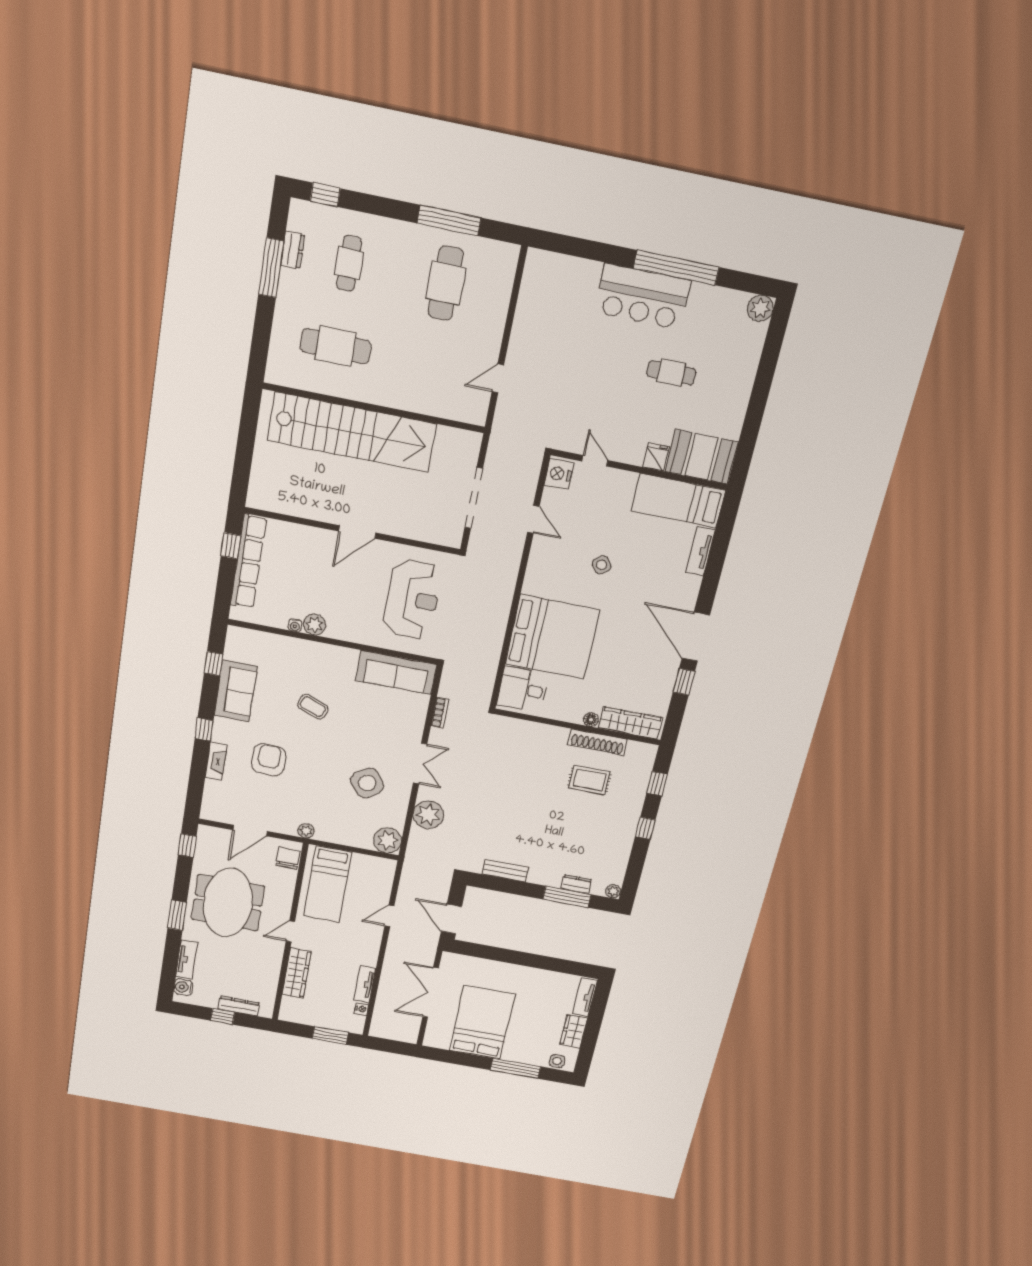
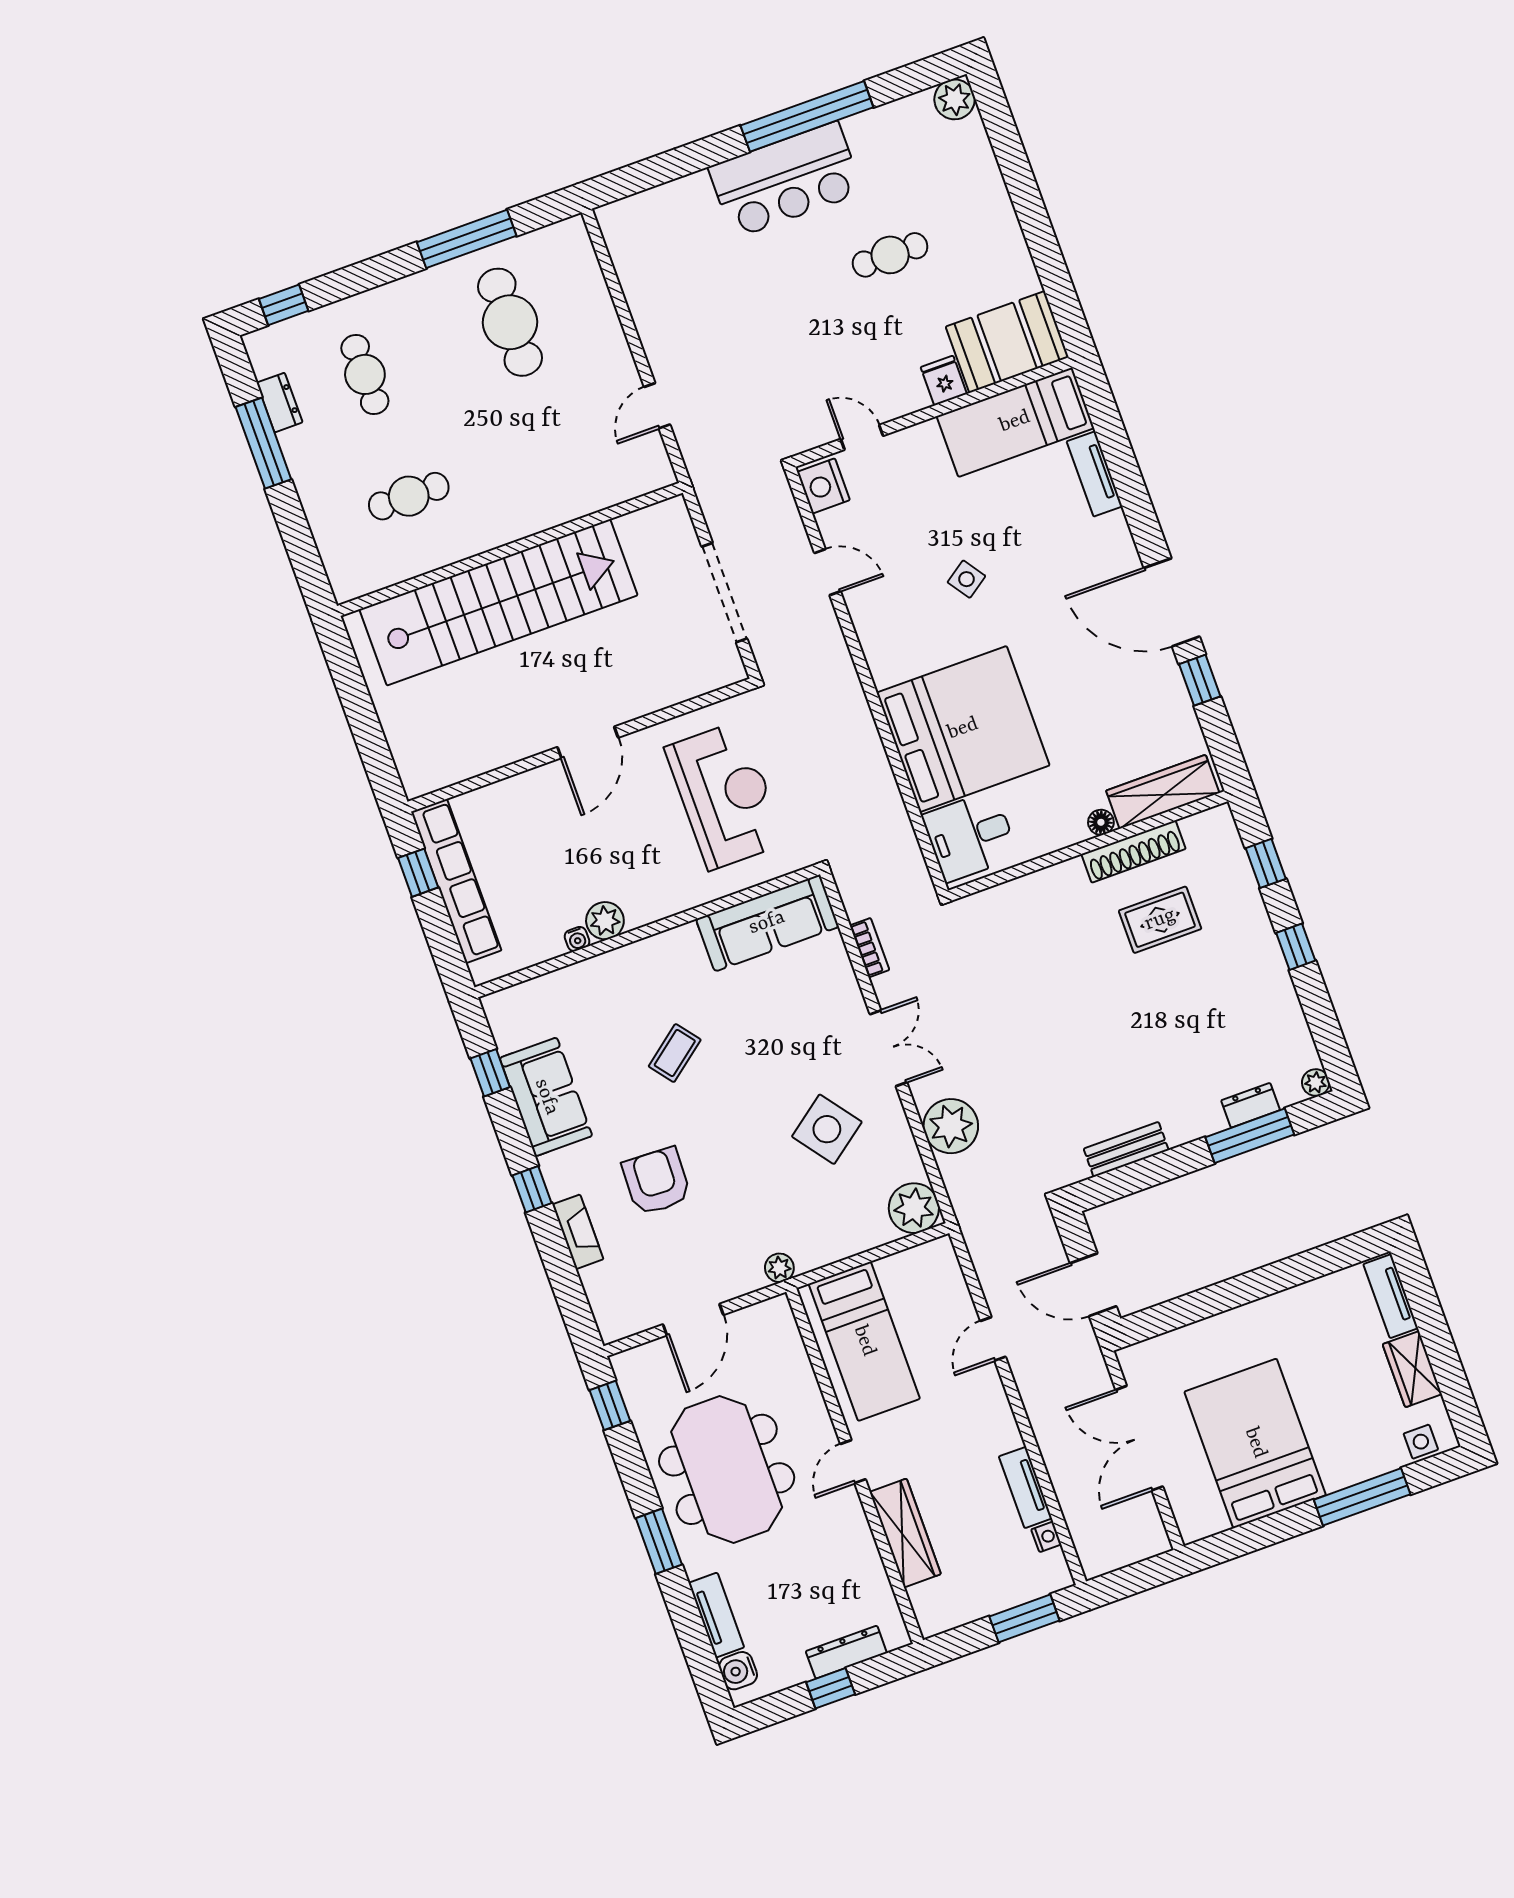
cafe table: (336, 346) -> (409, 496), width x0.73, depth x0.74
coffee table: (313, 707) -> (675, 1053), turned -60
chair: (288, 858) -> (778, 1333), removed

